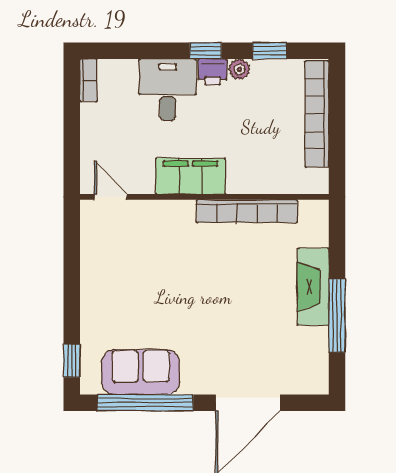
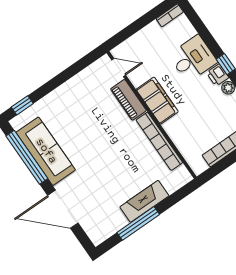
door: (111, 197) -> (119, 68), hinge flipped
piano: (163, 214) -> (128, 100), added
sofa: (141, 372) -> (46, 151), width x1.36

